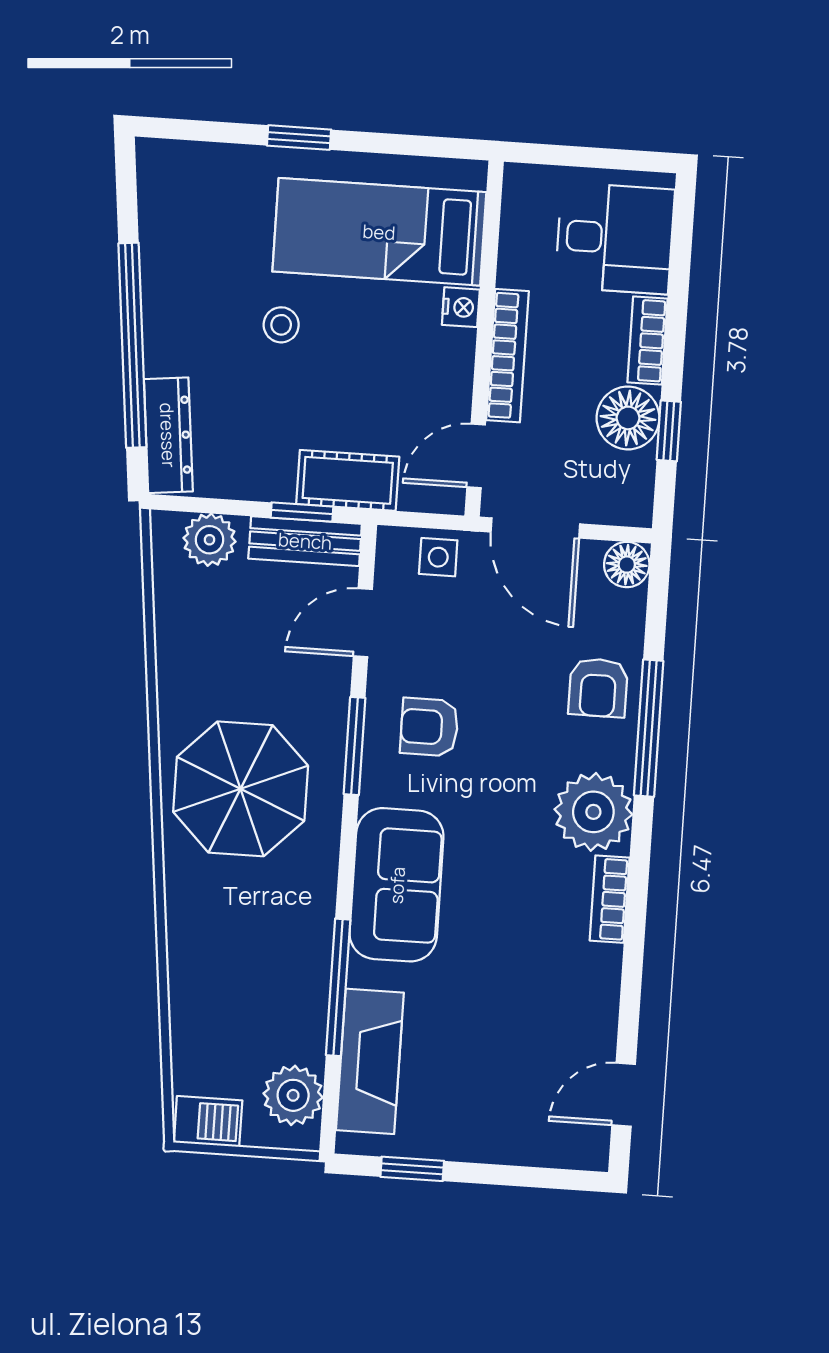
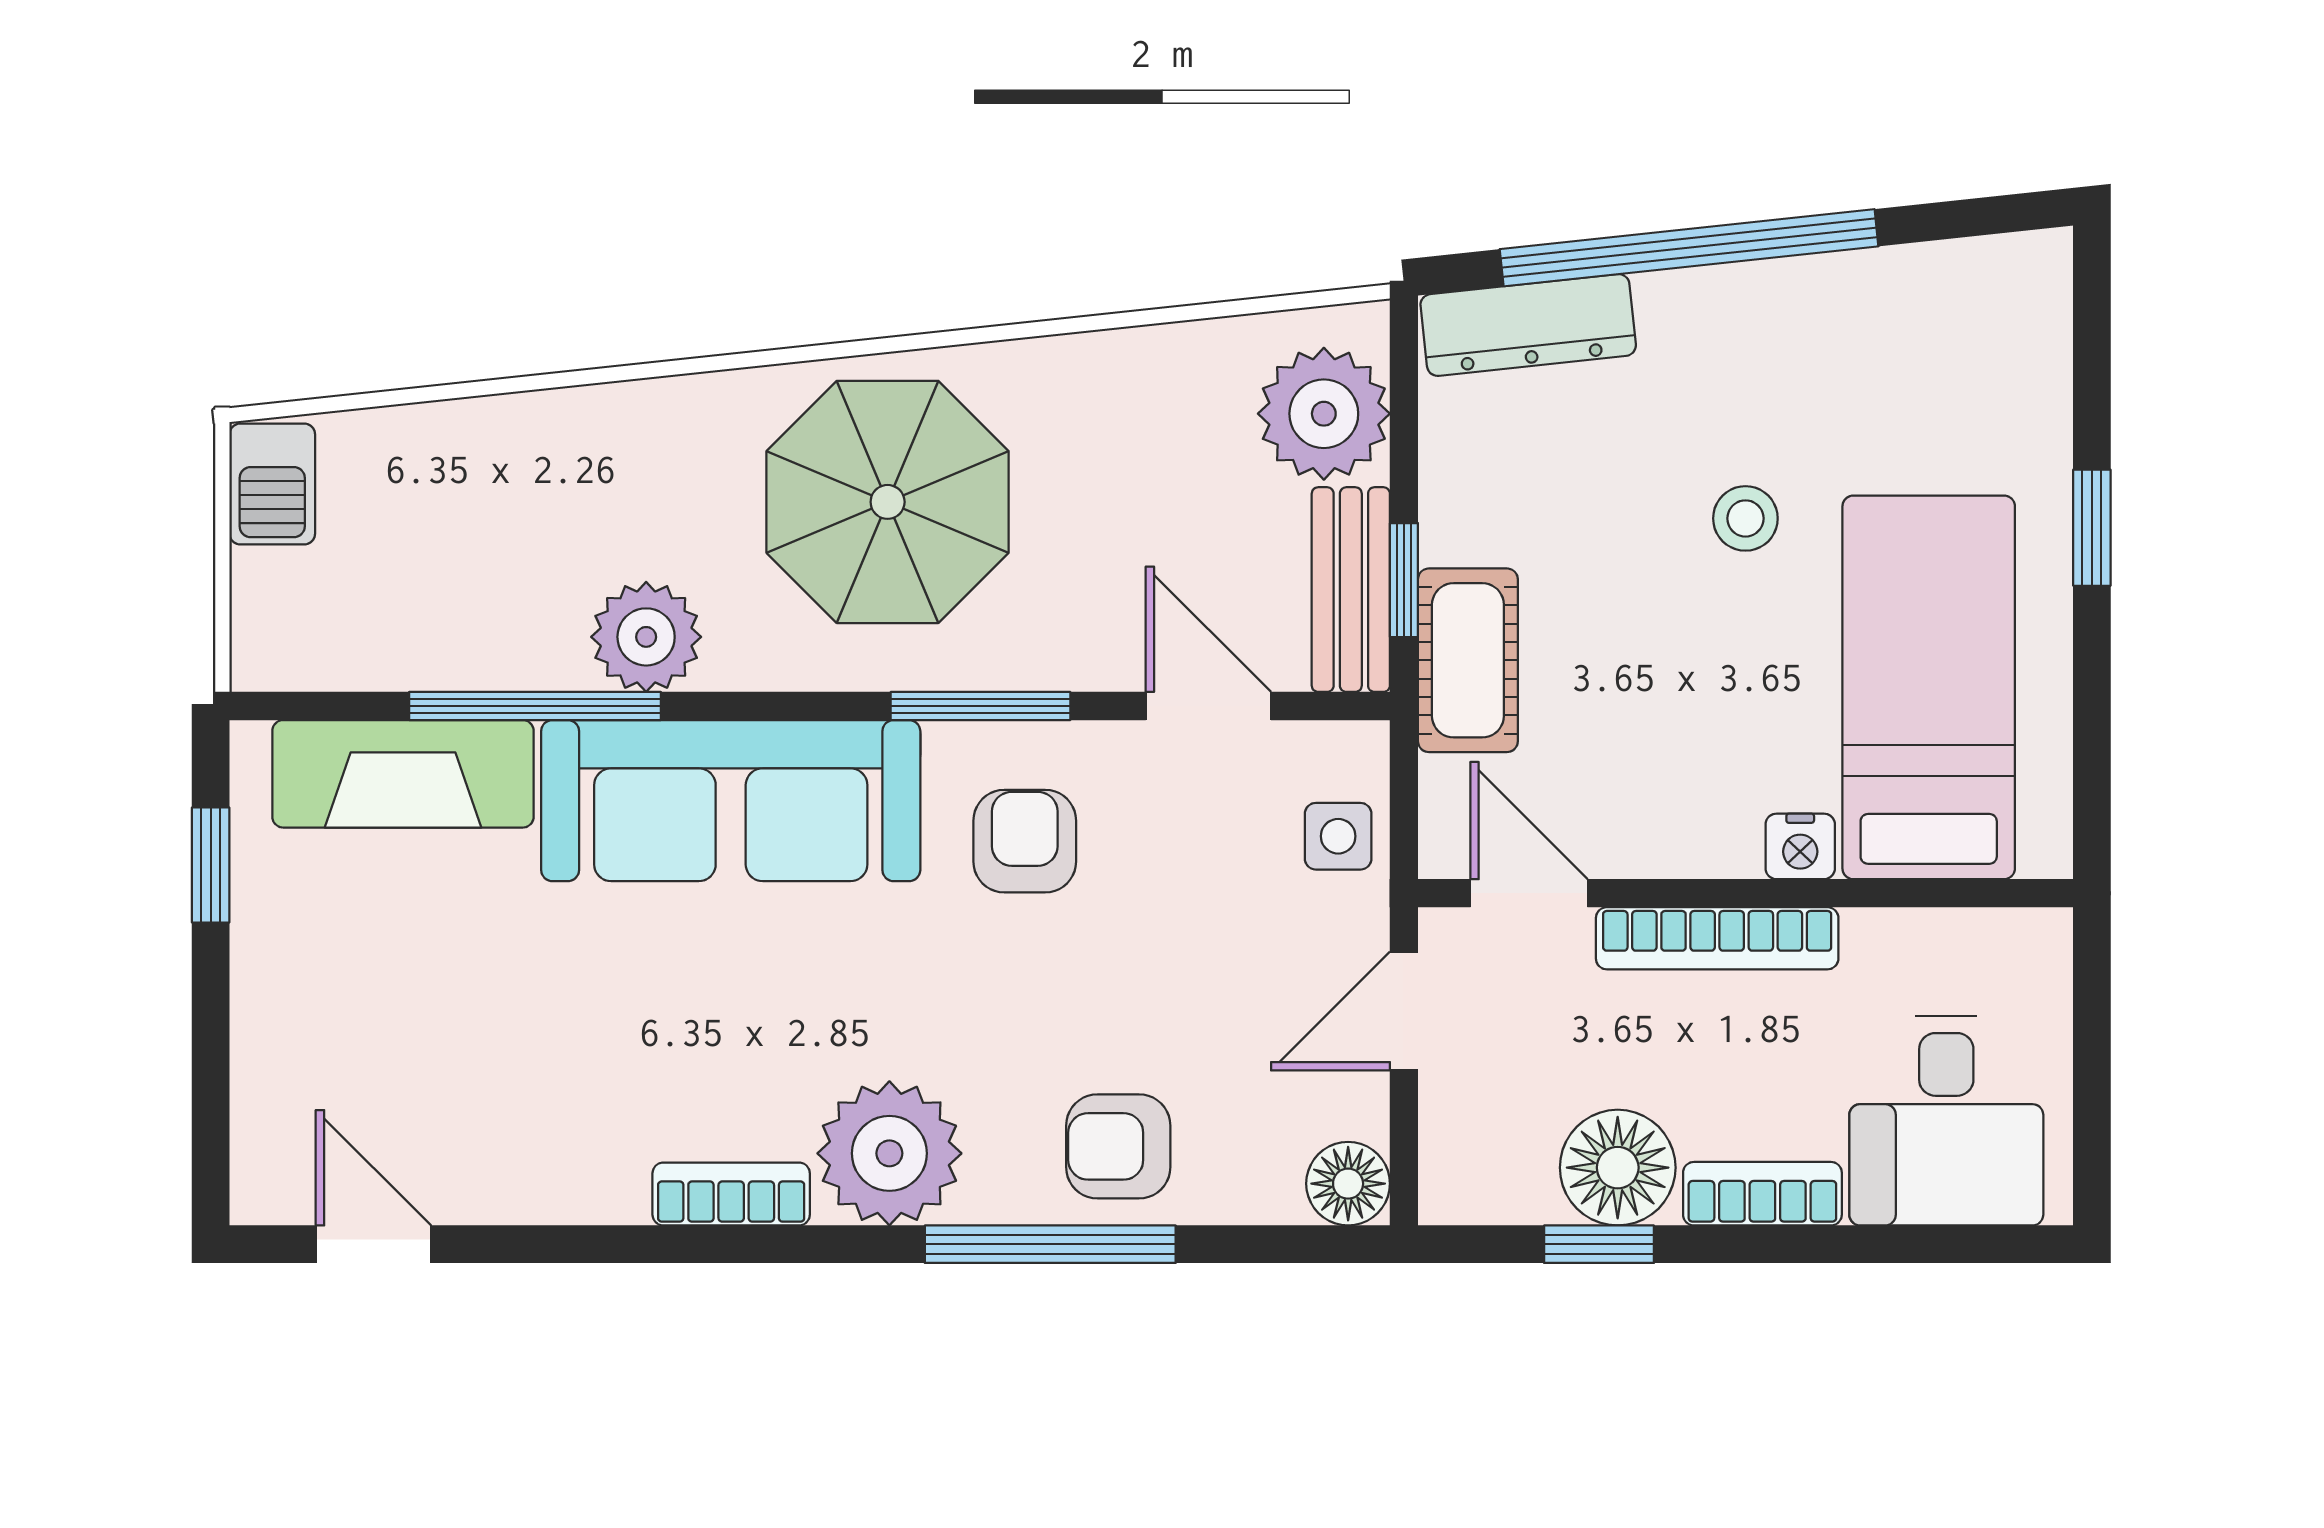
door: (535, 528) -> (1404, 1011), width x0.73
plant: (210, 540) -> (1324, 414), width x1.36, depth x1.36
sofa: (397, 885) -> (731, 801), width x1.36
plant: (293, 1095) -> (646, 637), moved

